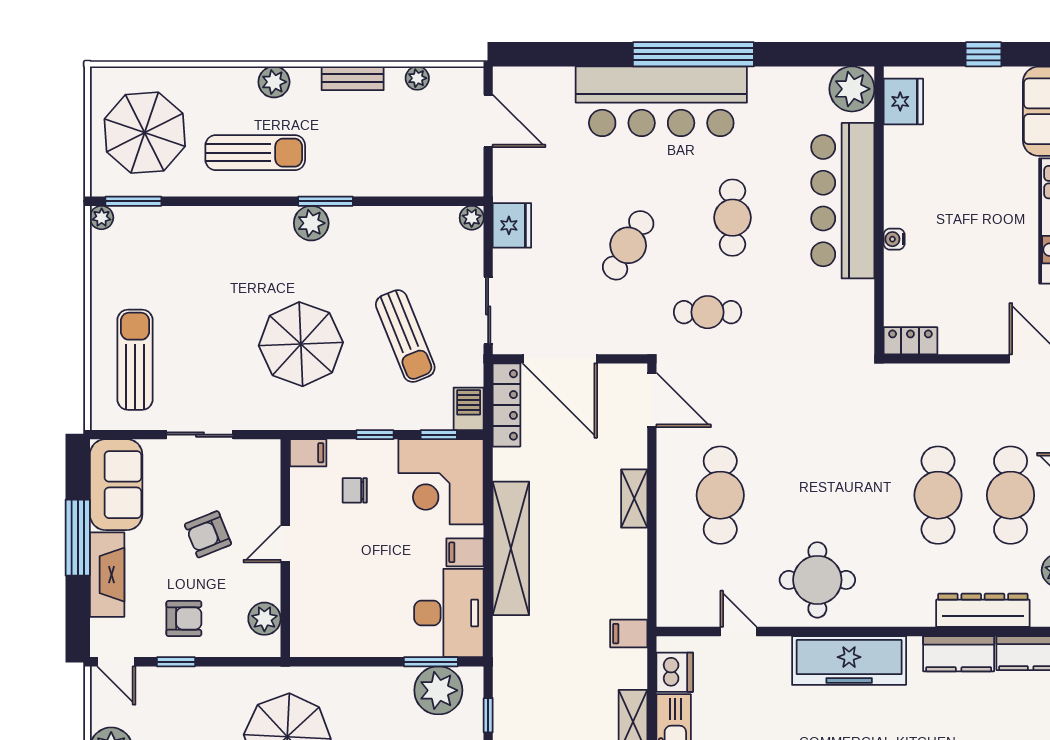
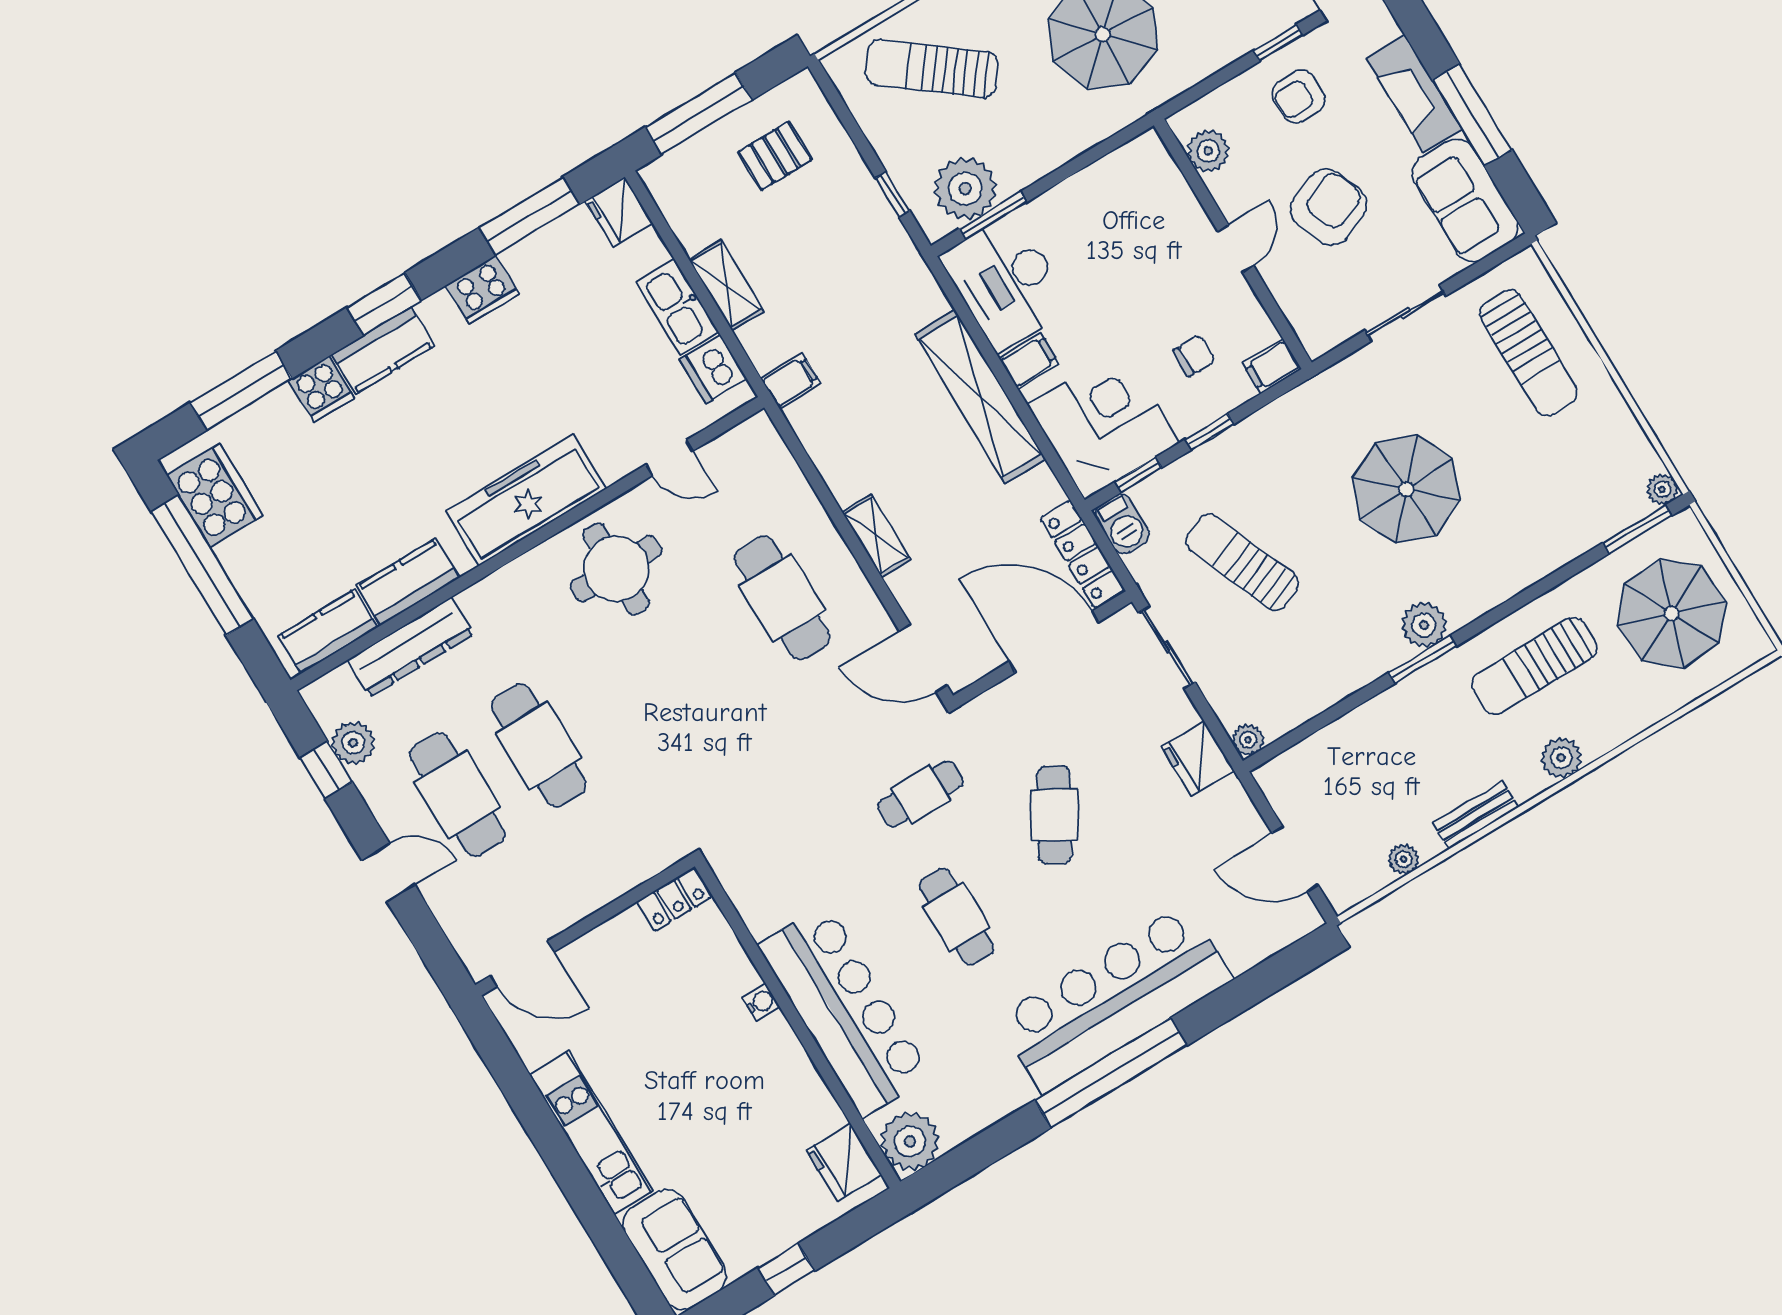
parasol: (301, 344) -> (1406, 489), moved
armchair: (208, 534) -> (1329, 207), width x1.38, depth x1.38

